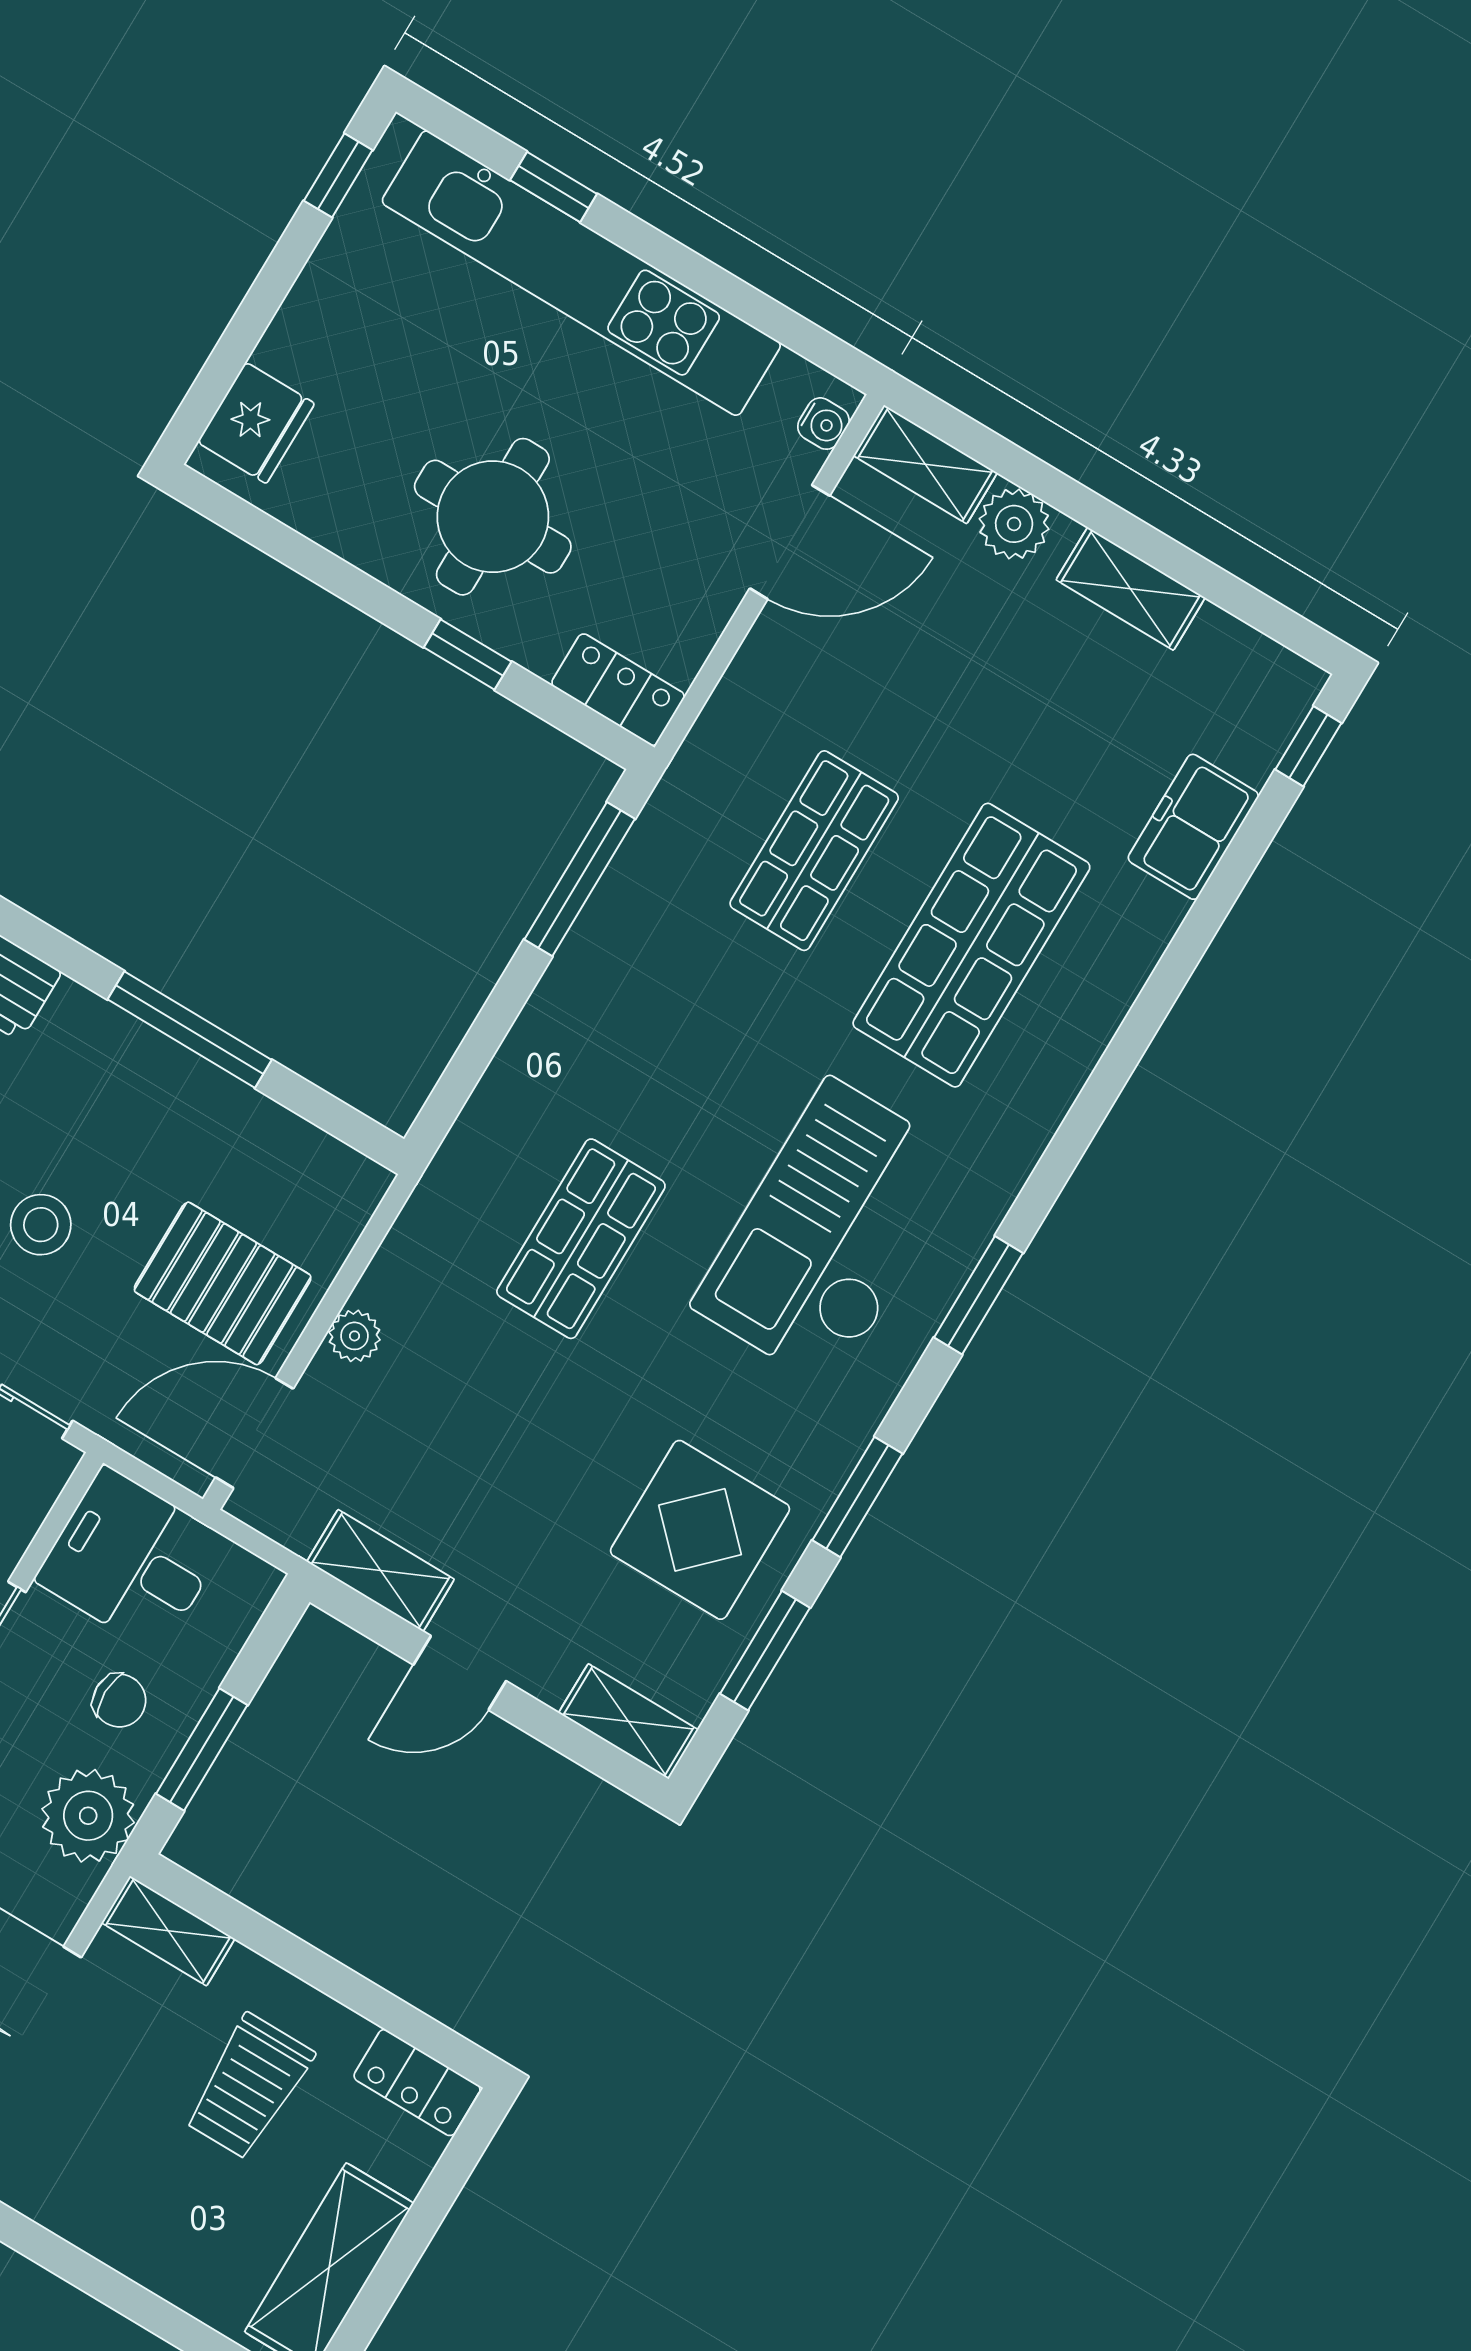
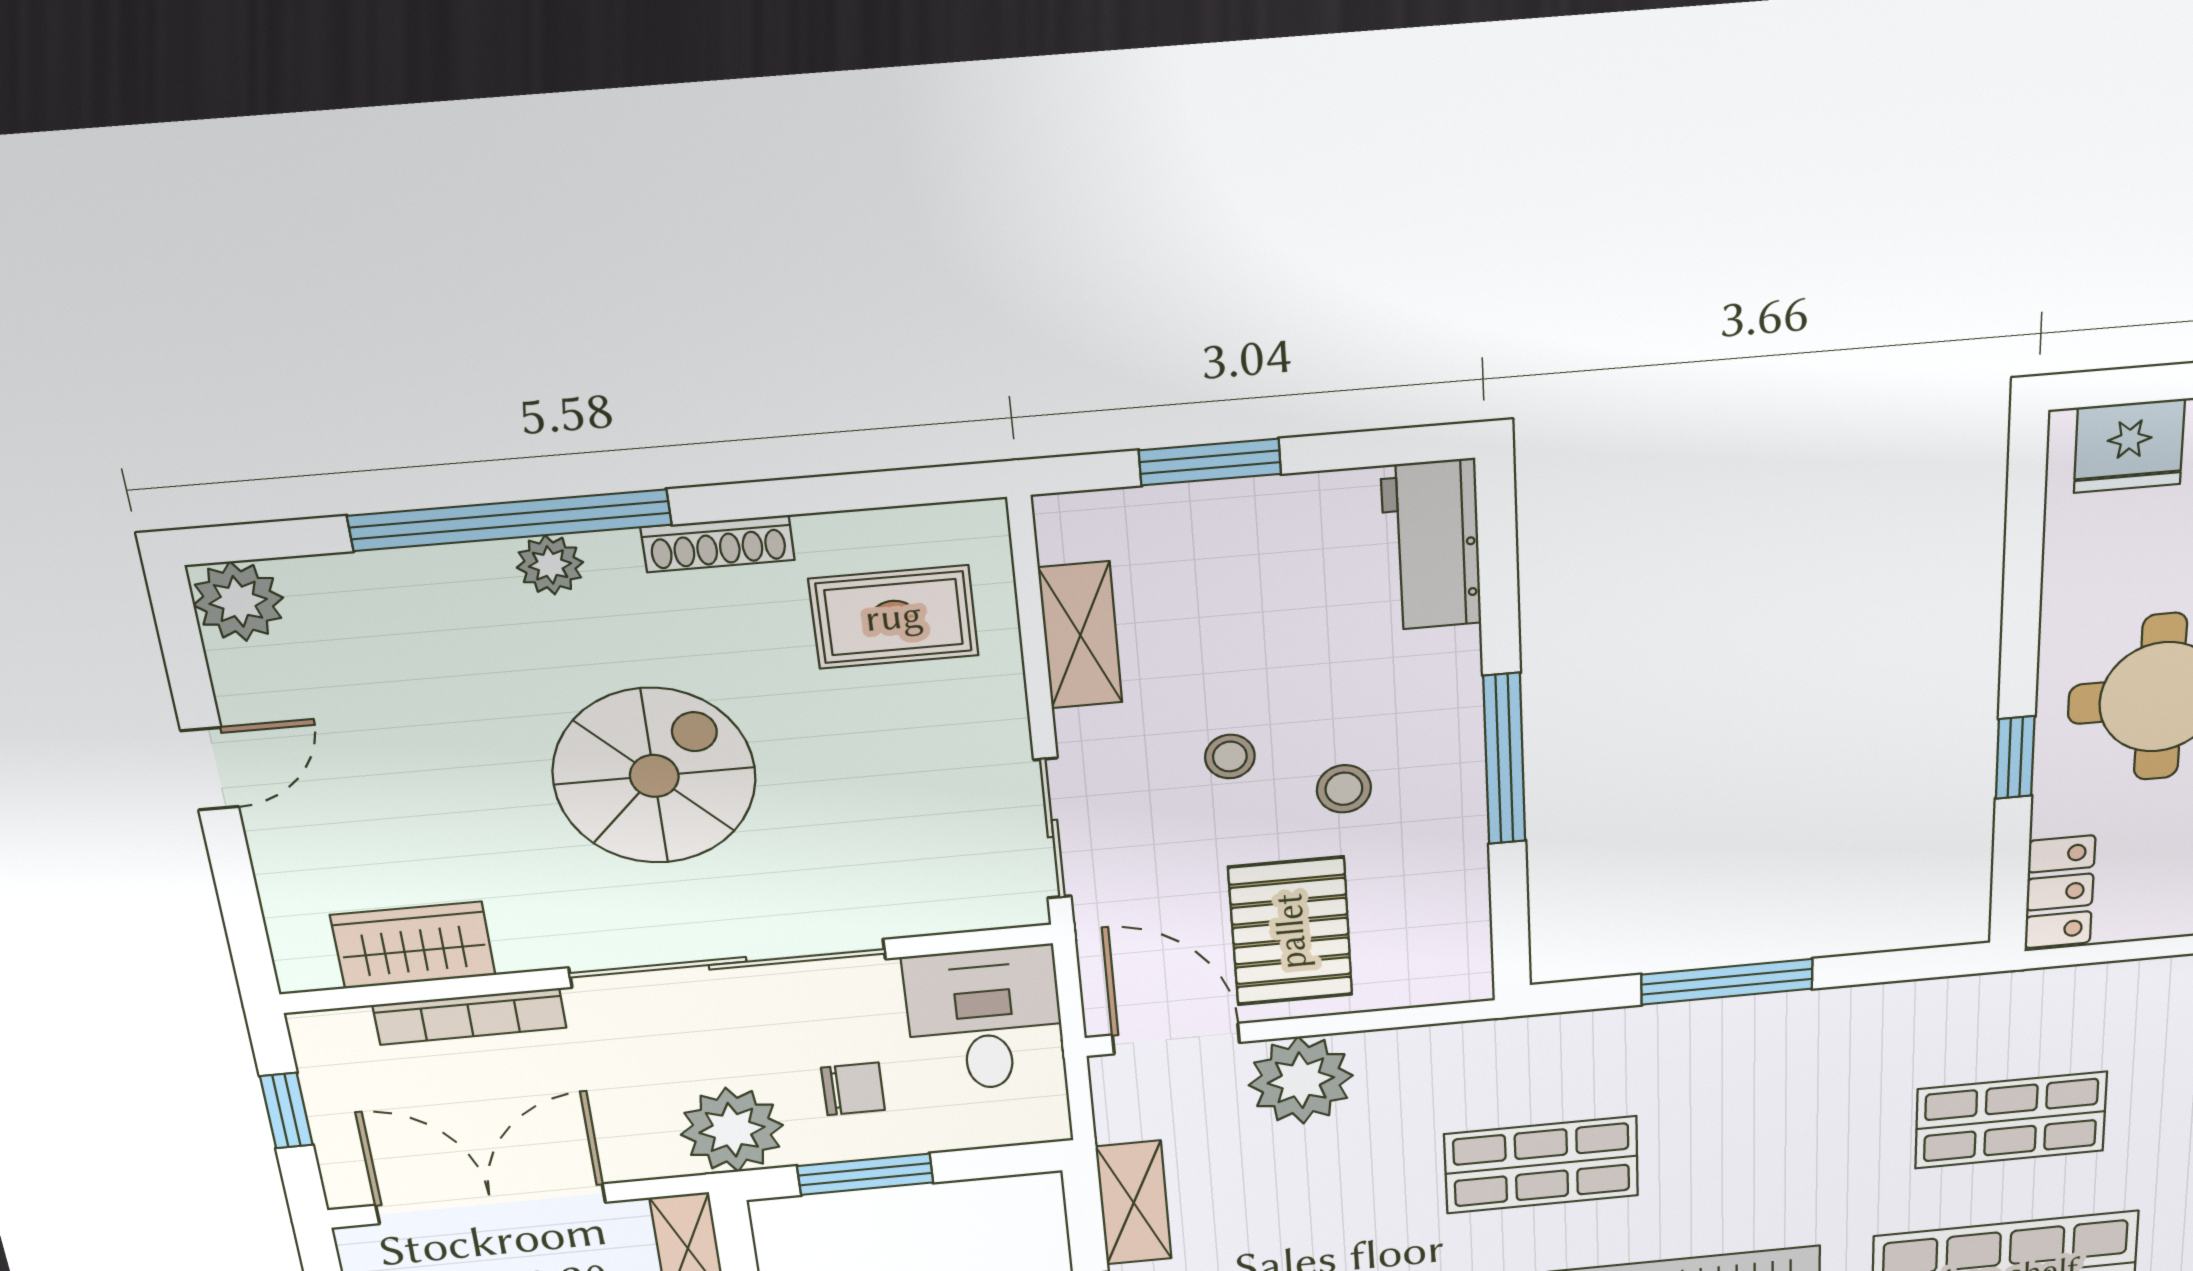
window: (580, 879) -> (1727, 982), moved
stool: (129, 1162) -> (1344, 789), added
stool: (41, 1225) -> (1230, 756), width x0.73, depth x0.73
plant: (355, 1336) -> (1301, 1080), width x1.88, depth x1.88
chair: (119, 1701) -> (853, 1089), turned -90

